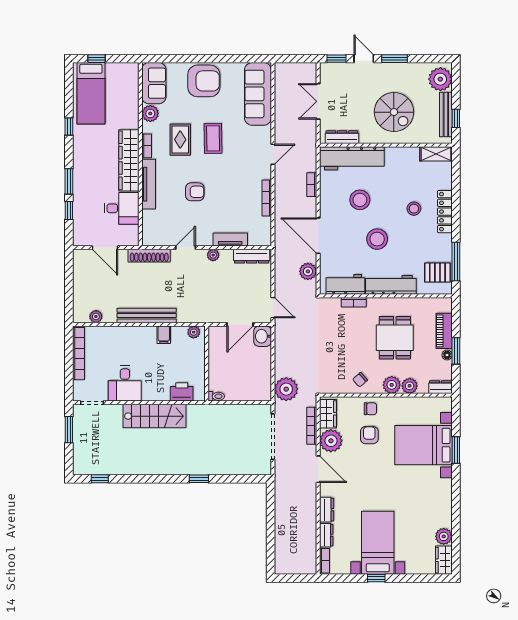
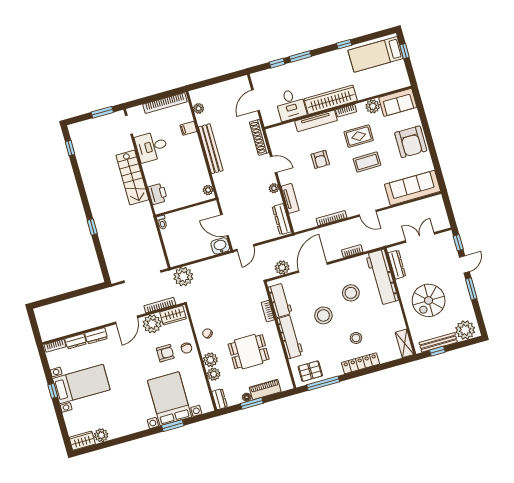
pallet: (437, 273) -> (310, 371), turned 90
filing cabinet: (164, 335) -> (188, 128), moved

